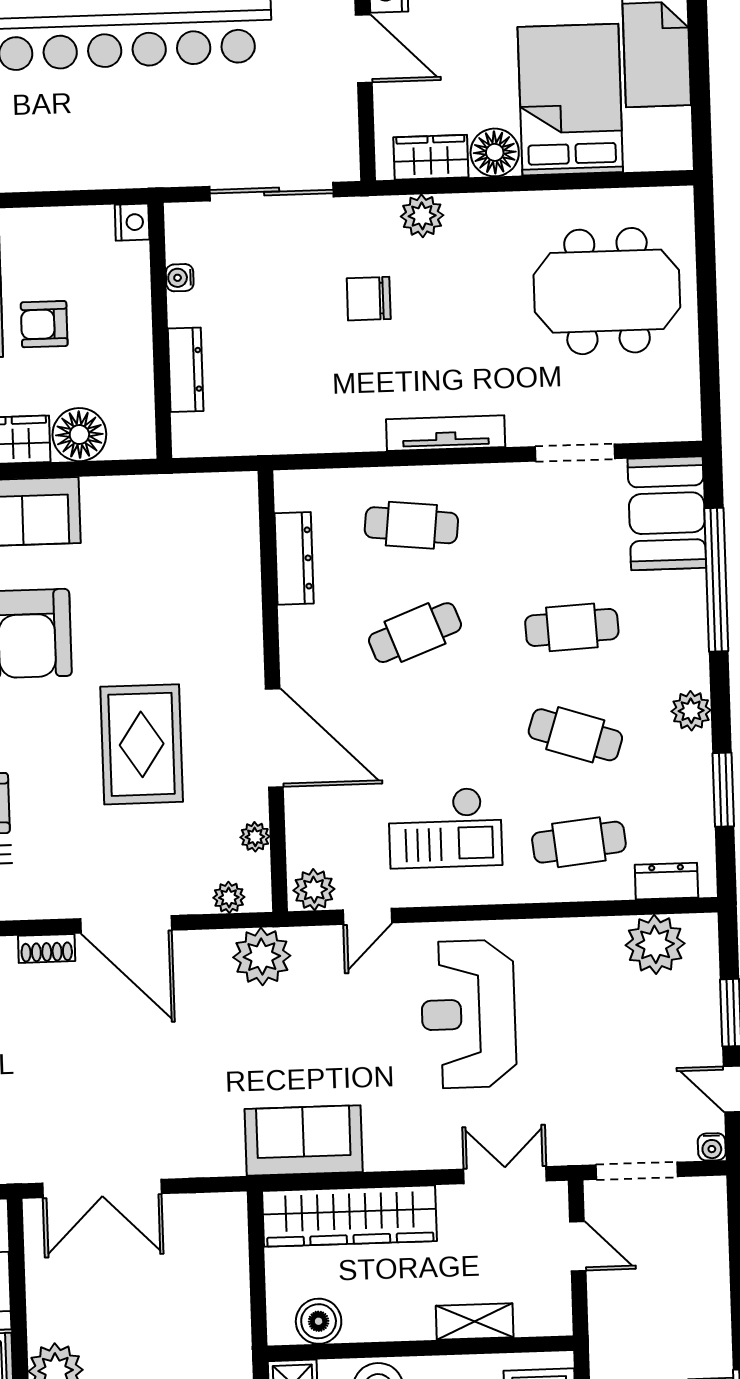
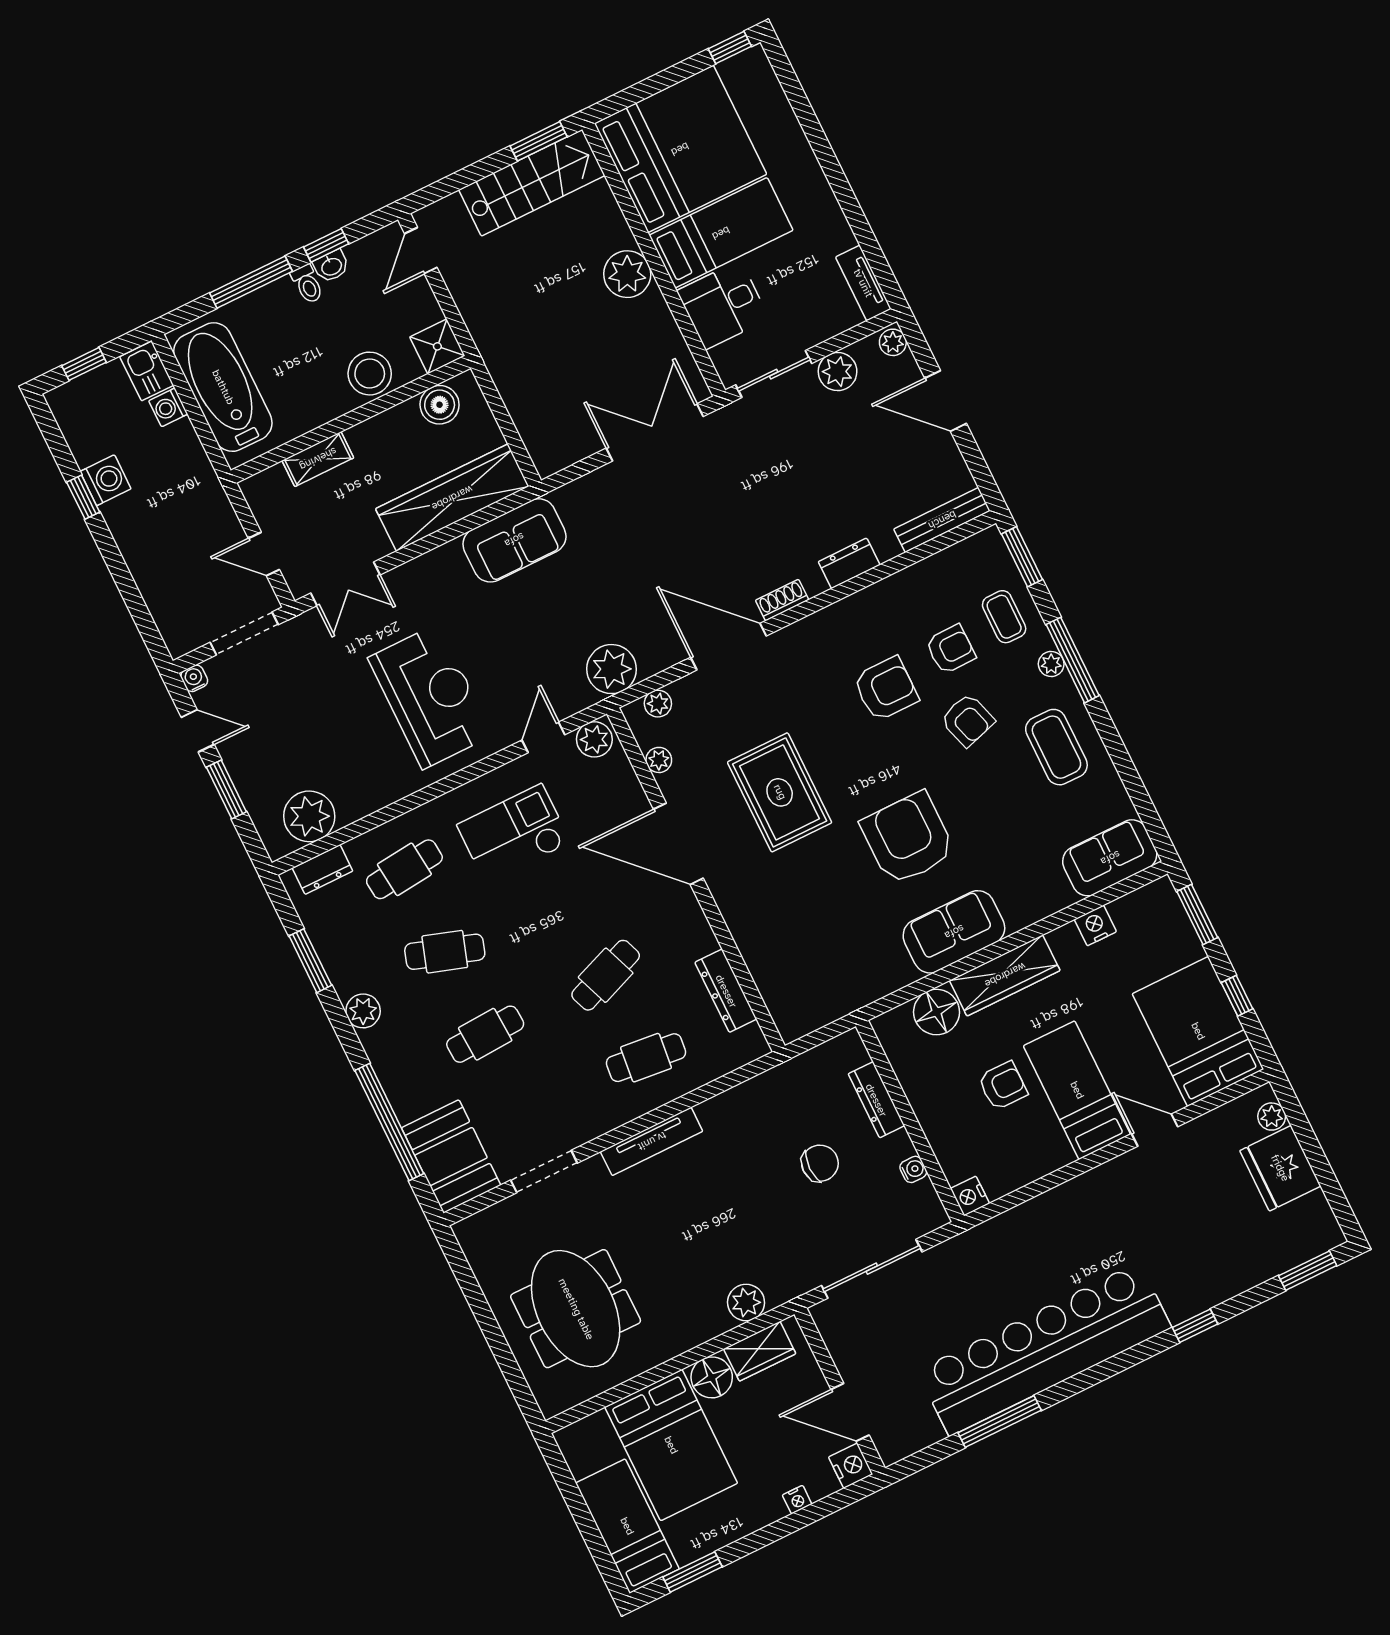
meeting table: (607, 291) -> (576, 1309), turned 90
chair: (369, 299) -> (820, 1163), moved

